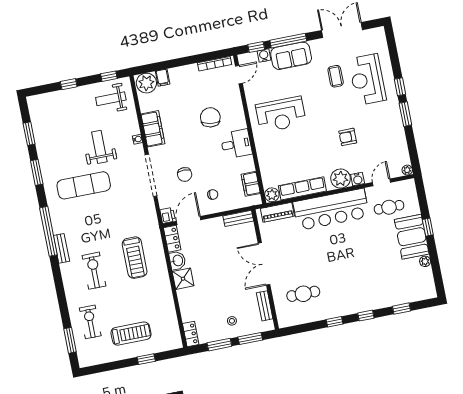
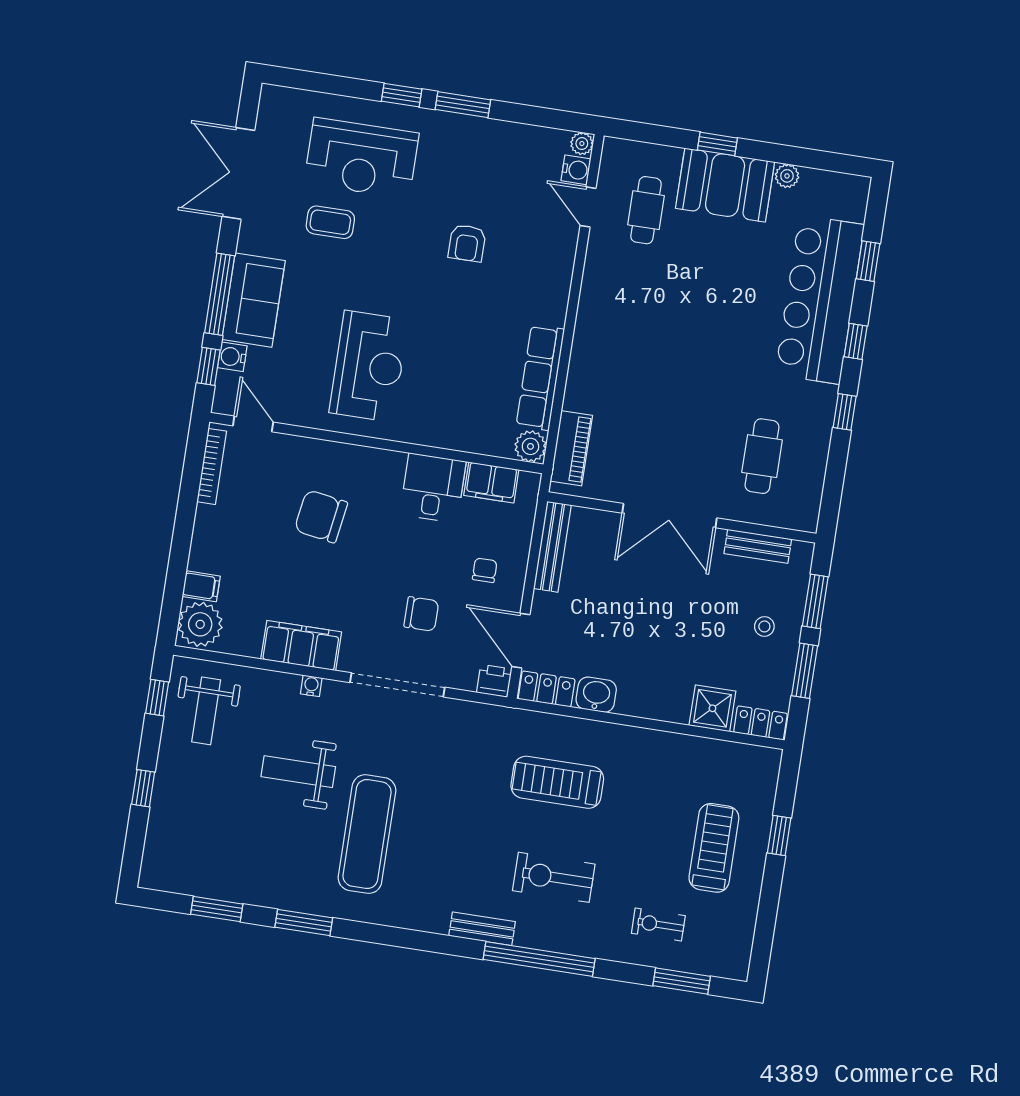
desk: (236, 144) -> (433, 488), moved
plant: (341, 179) -> (549, 290), removed
water cooler: (358, 179) -> (576, 170), moved
bar counter: (331, 209) -> (820, 300), moved, turned 180
bench: (238, 218) -> (552, 547), width x1.36
window: (48, 231) -> (539, 959), moved
treadmill: (135, 258) -> (557, 782), turned 180
shower: (183, 279) -> (712, 708), moved
exercise bike: (90, 322) -> (658, 924), width x0.73, depth x0.72

